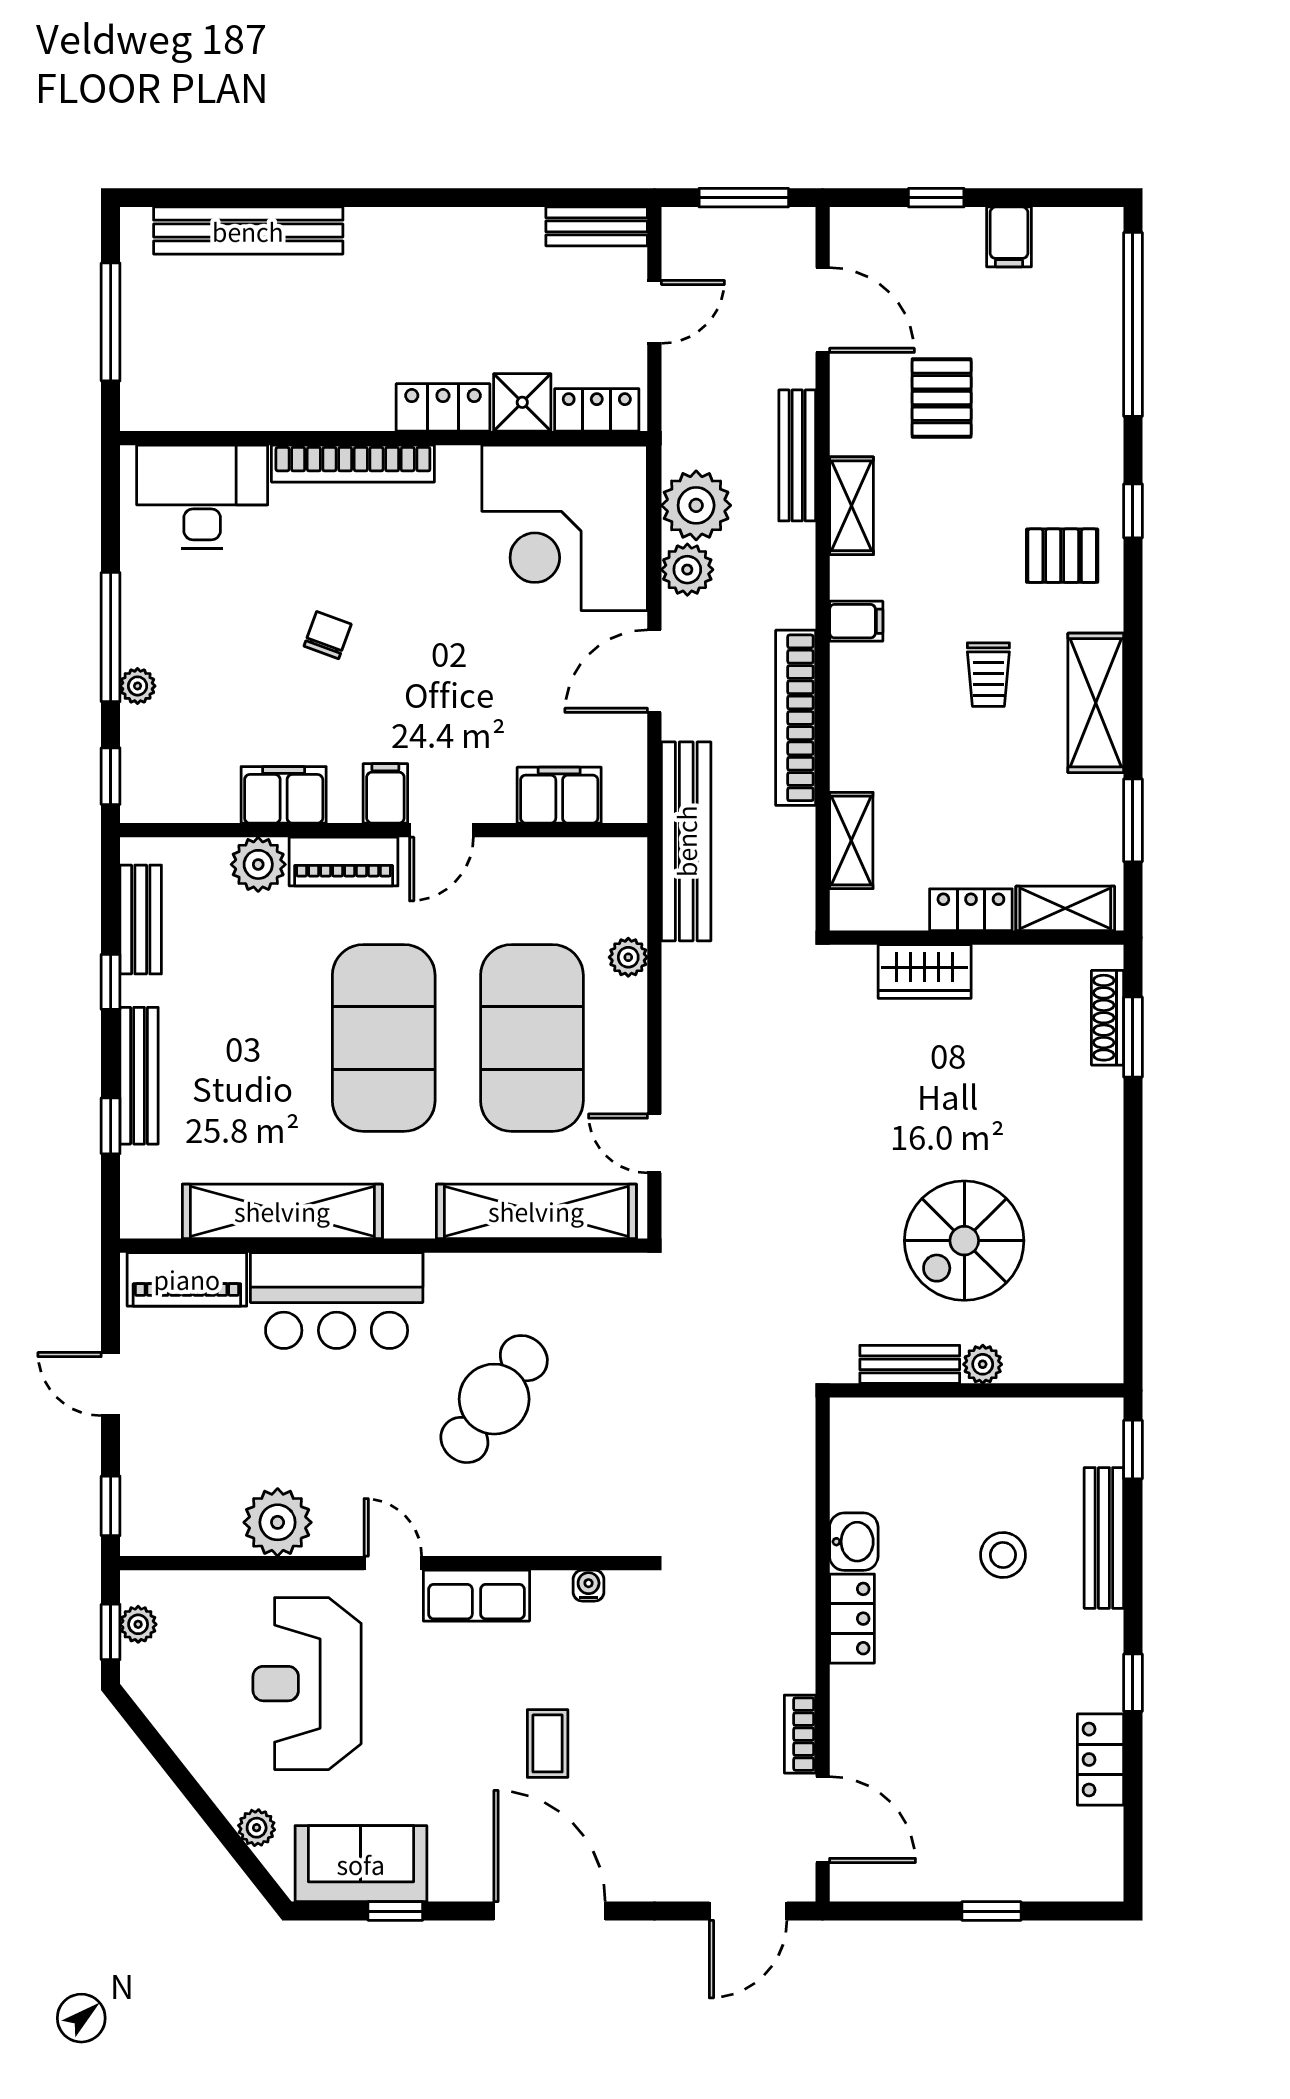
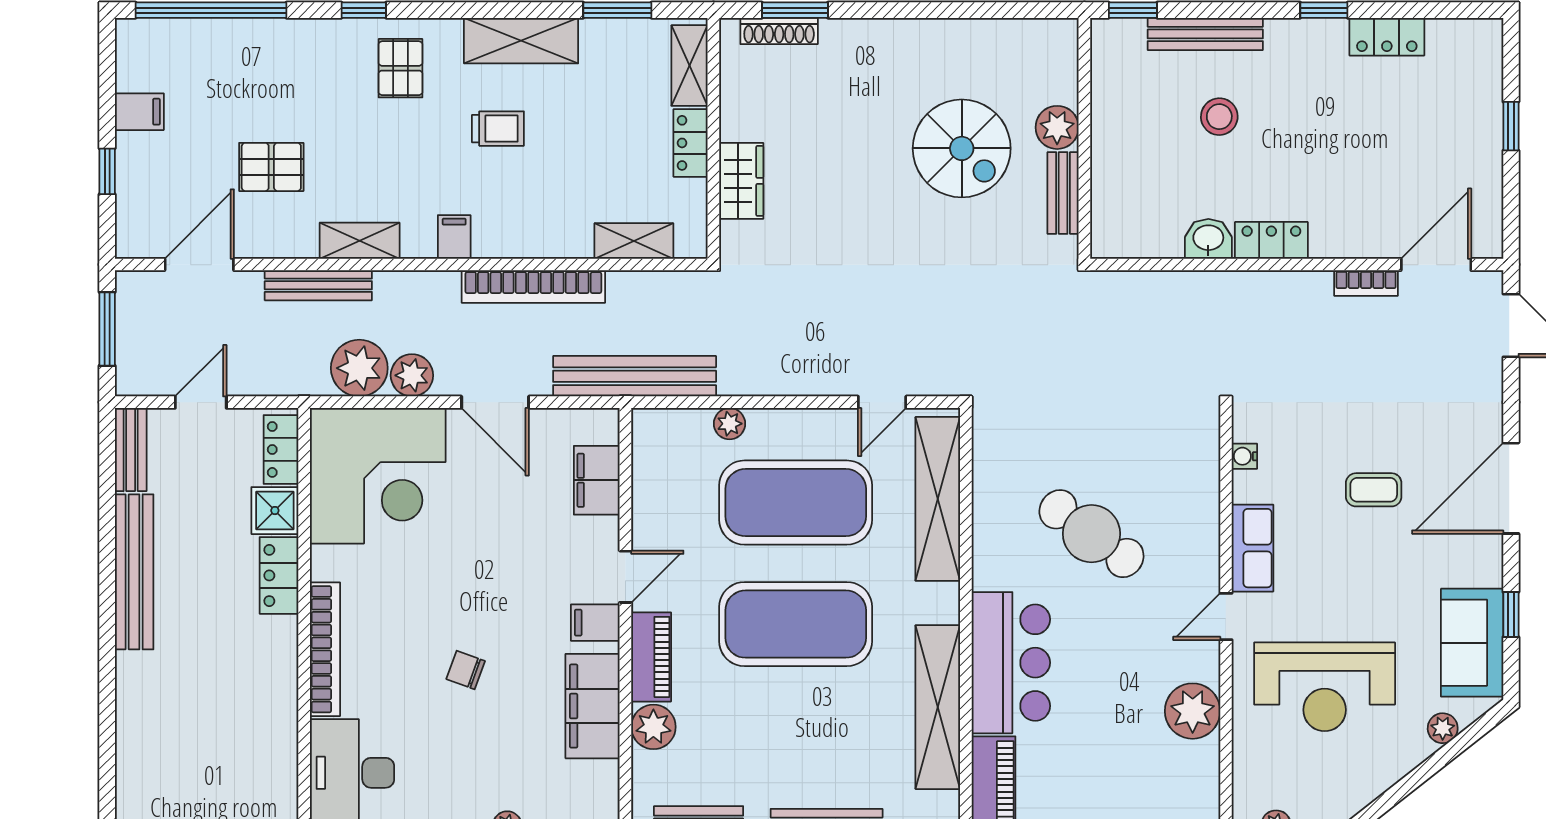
bench: (248, 231) -> (134, 572), moved
door: (654, 312) -> (201, 402), hinge flipped
filing cabinet: (284, 795) -> (593, 706), width x1.50, depth x1.17
door: (442, 830) -> (625, 577), hinge flipped
plant: (983, 1364) -> (1057, 127), width x1.38, depth x1.38

